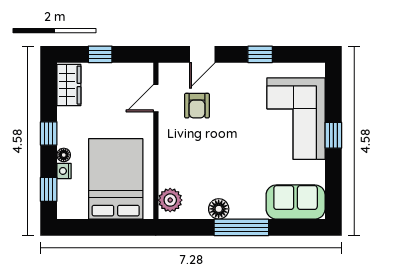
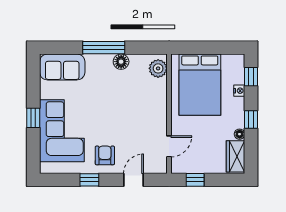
window: (100, 54) -> (195, 180), moved
armchair: (197, 106) -> (105, 155), moved
floor lamp: (64, 155) -> (240, 134), moved

